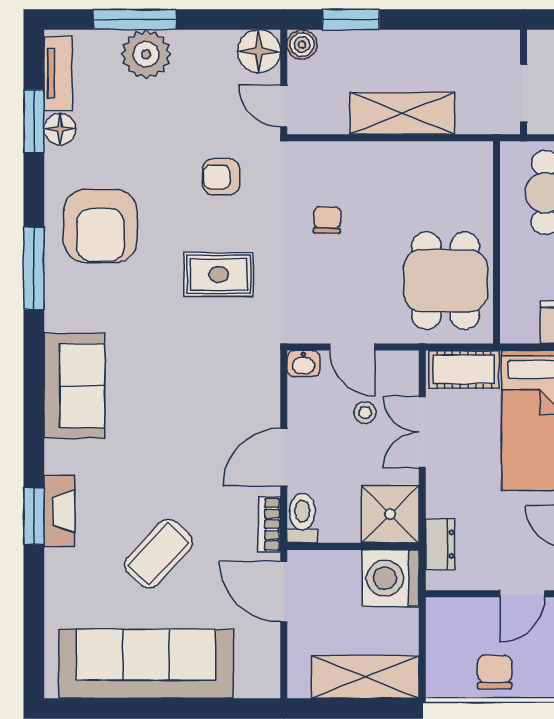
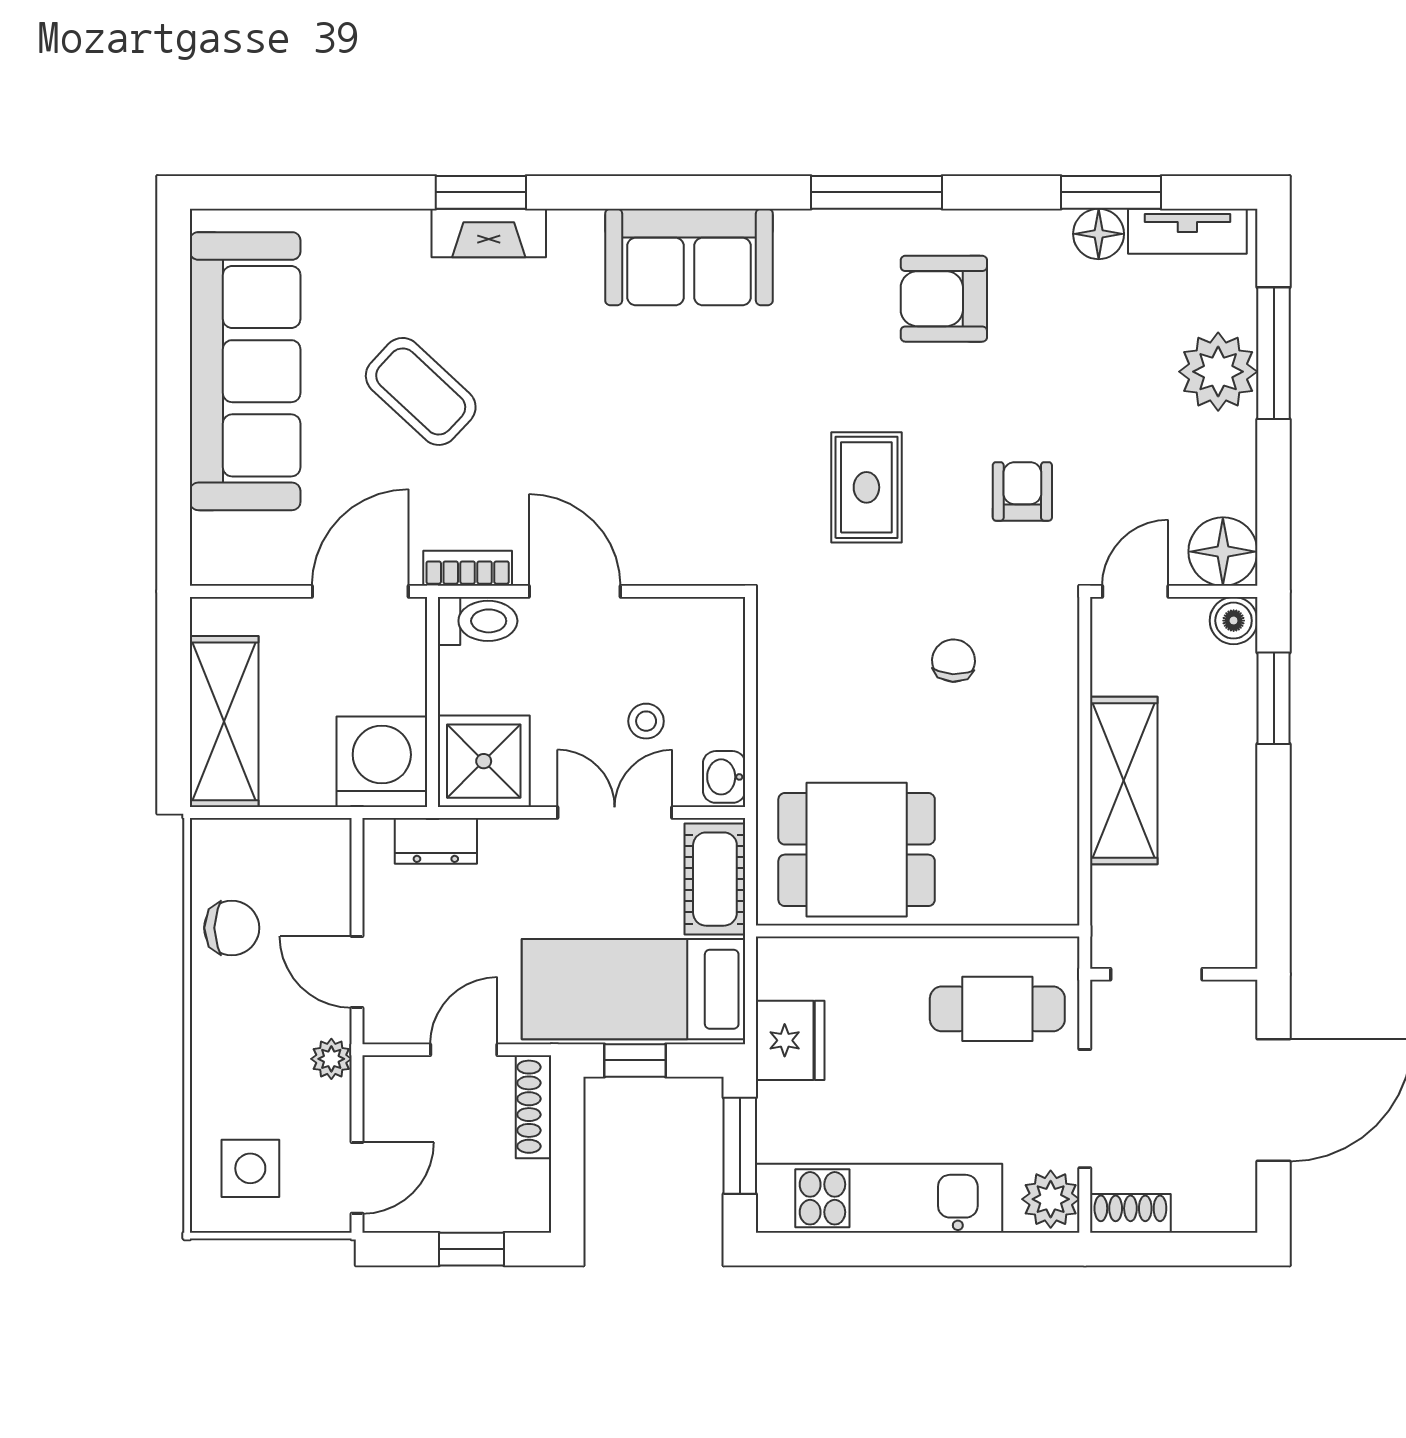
chair: (327, 220) -> (954, 661), turned -89
armchair: (100, 226) -> (944, 299), width x0.73, depth x0.73
door: (352, 347) -> (751, 701), removed
washbasin: (304, 364) -> (724, 777), moved

